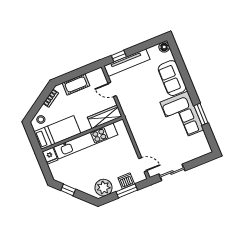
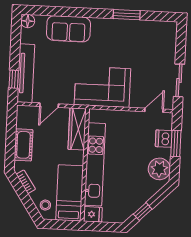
corner sofa: (182, 116) -> (102, 87), moved, turned 180

